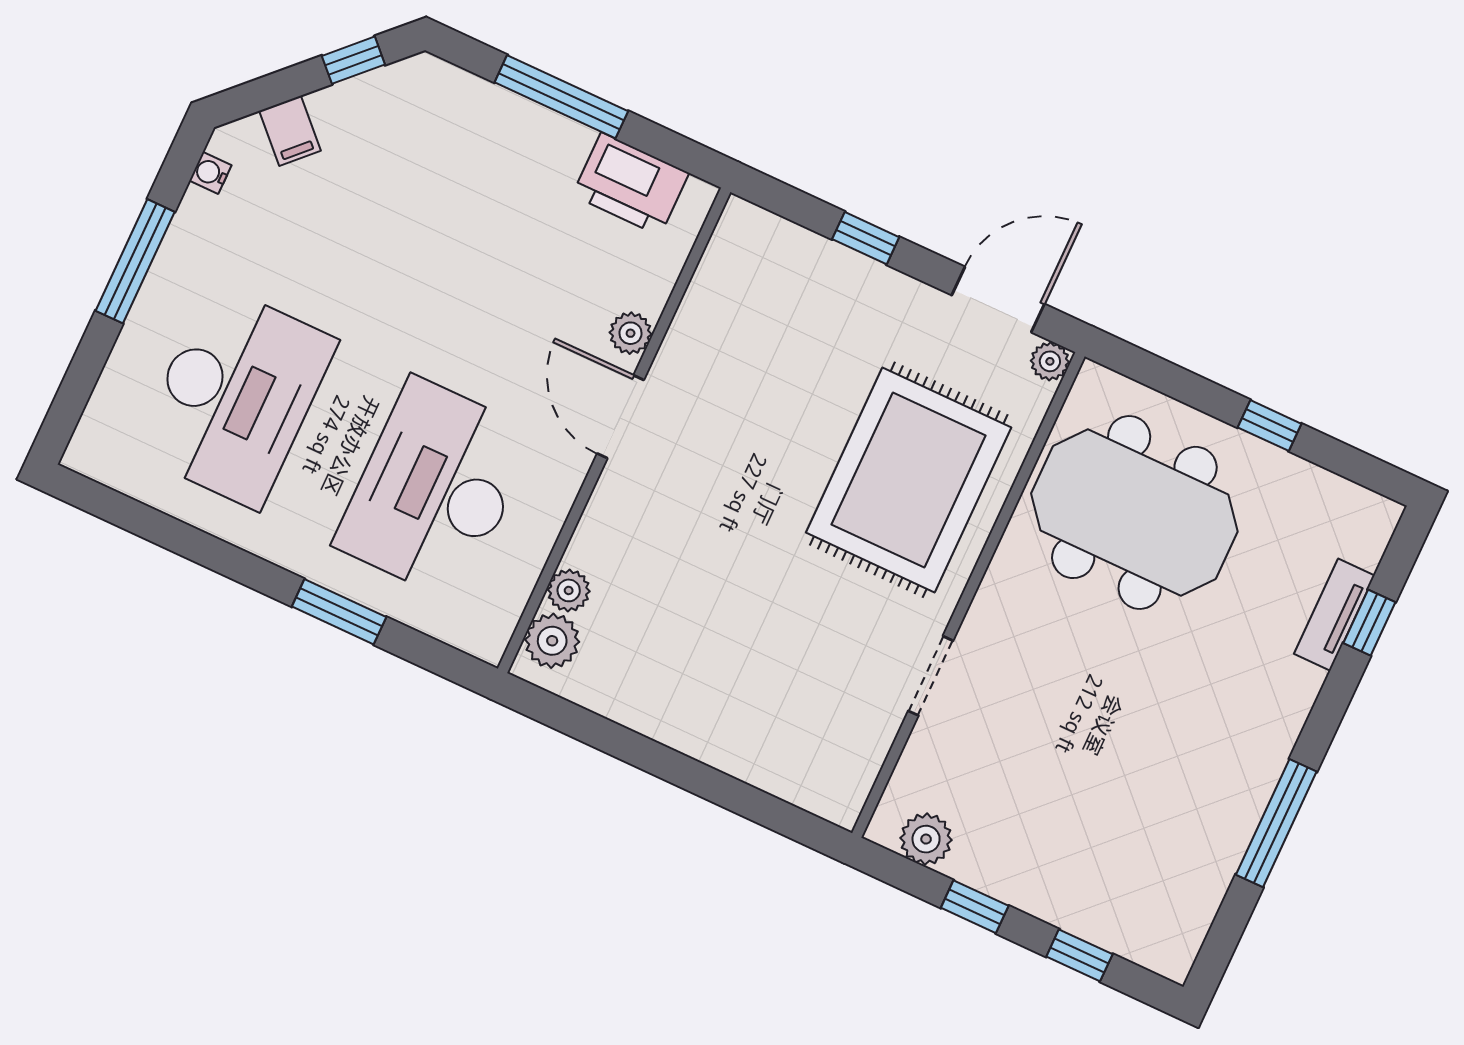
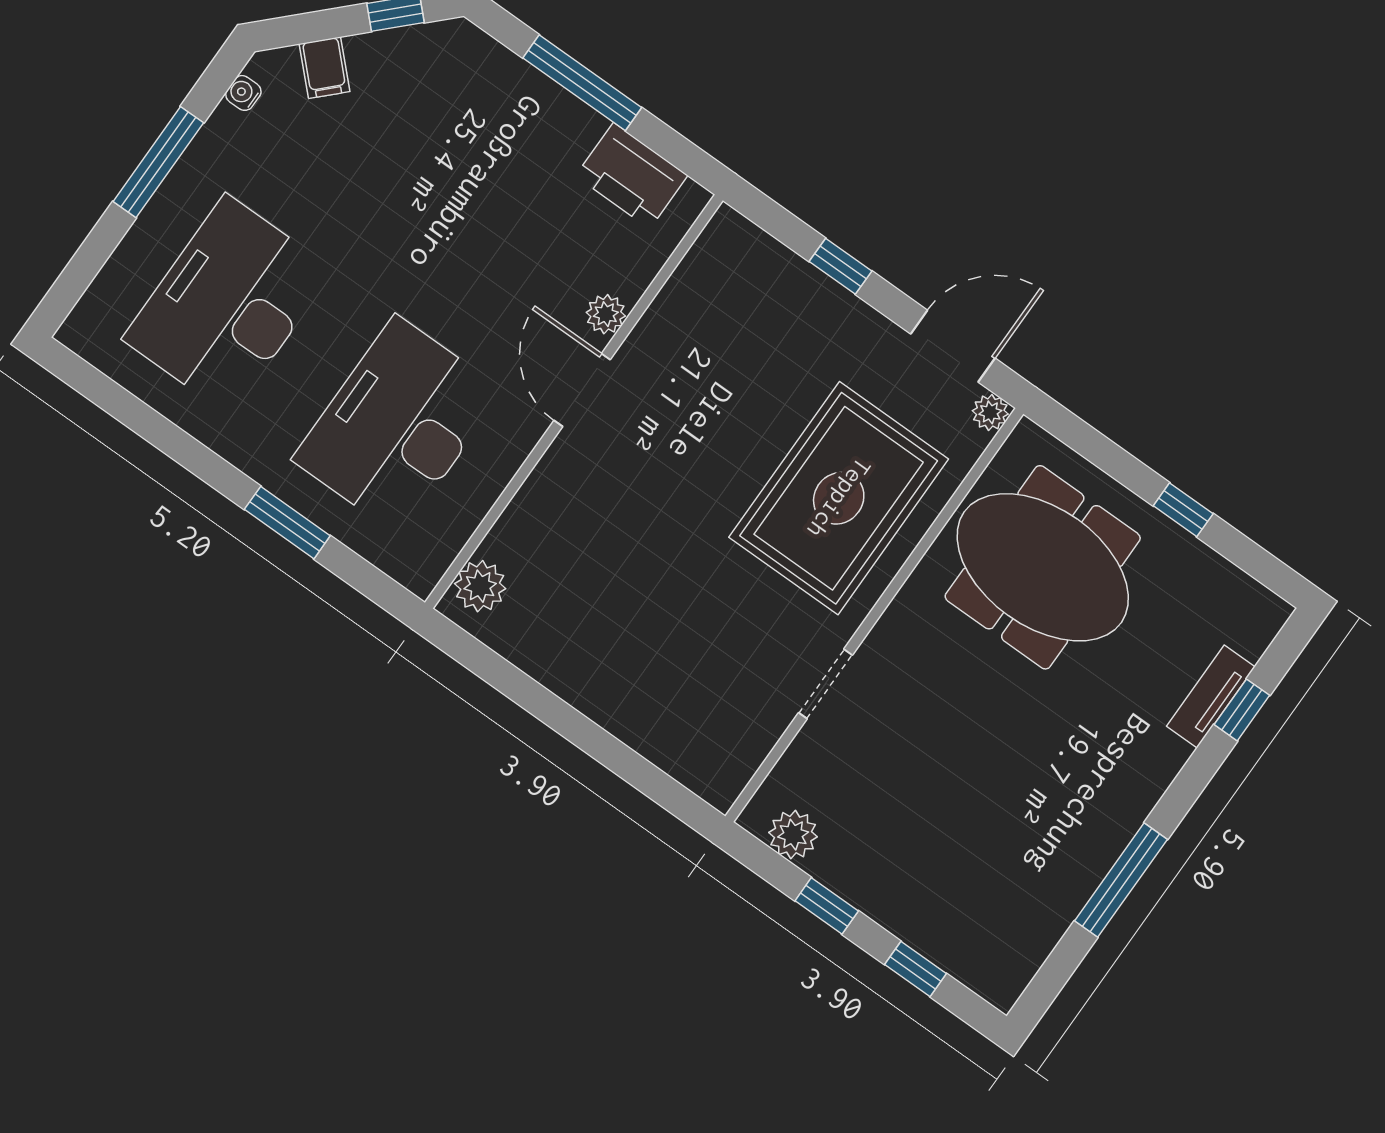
desk: (235, 396) -> (228, 305), turned 180
plant: (569, 590) -> (504, 542), removed

